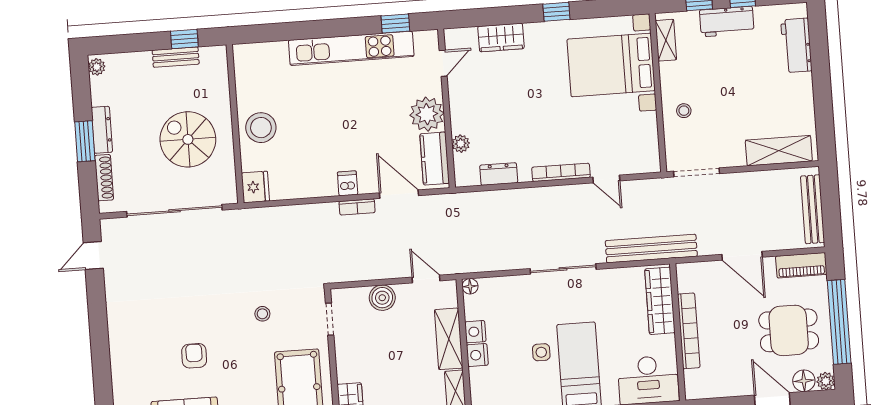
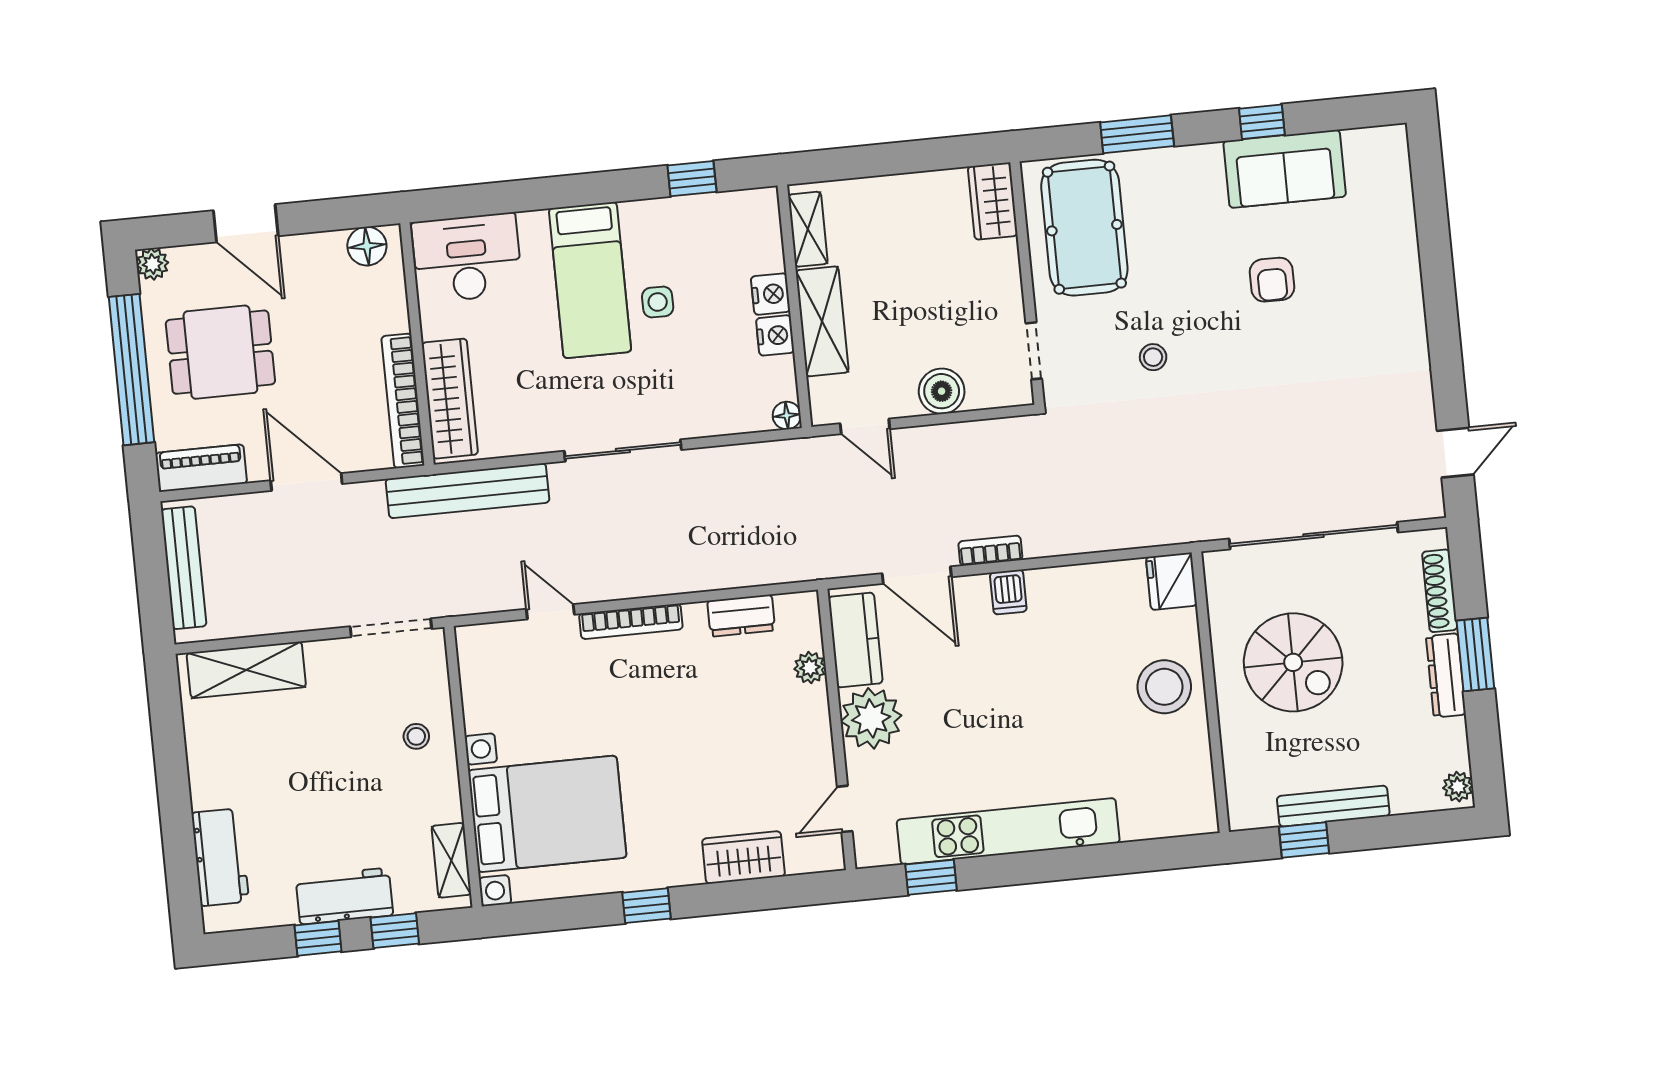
bench: (176, 57) -> (1333, 806), width x1.36
bookcase: (689, 331) -> (403, 401), moved
floor lamp: (804, 381) -> (367, 246), moved

